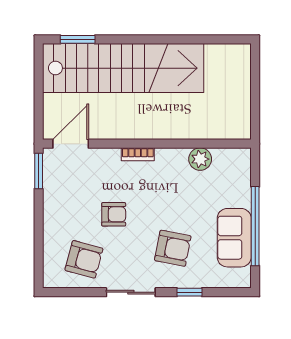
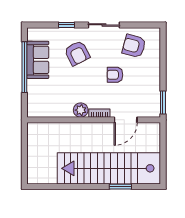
window: (78, 39) -> (120, 187), moved
door: (71, 144) -> (126, 120), moved
plant: (200, 159) -> (81, 110), moved
armchair: (173, 248) -> (77, 53), turned -128

